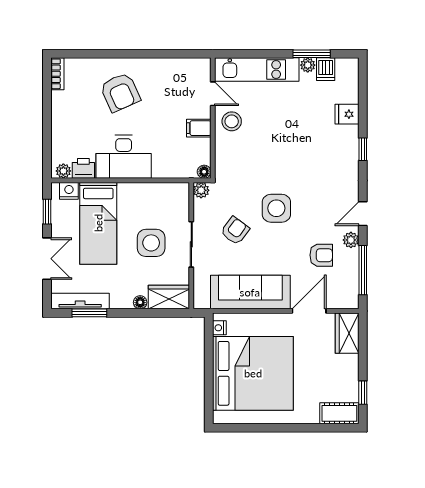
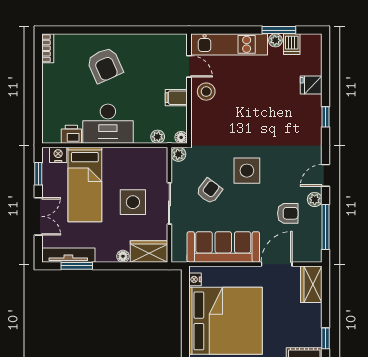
plant: (63, 171) -> (158, 137), moved

